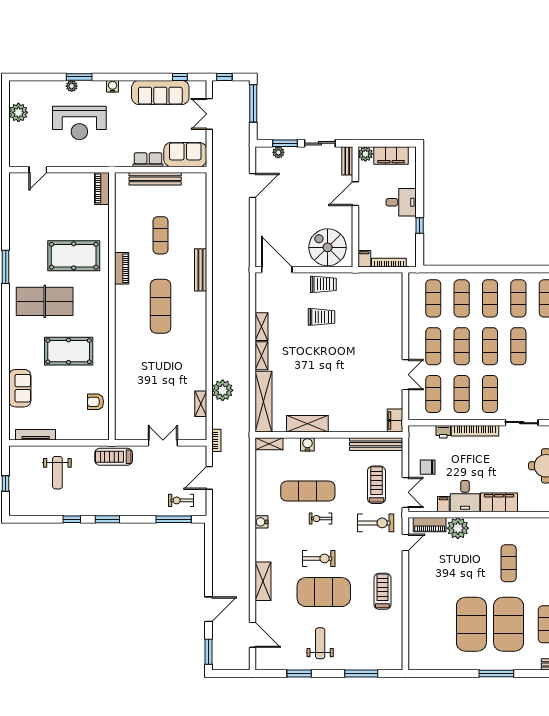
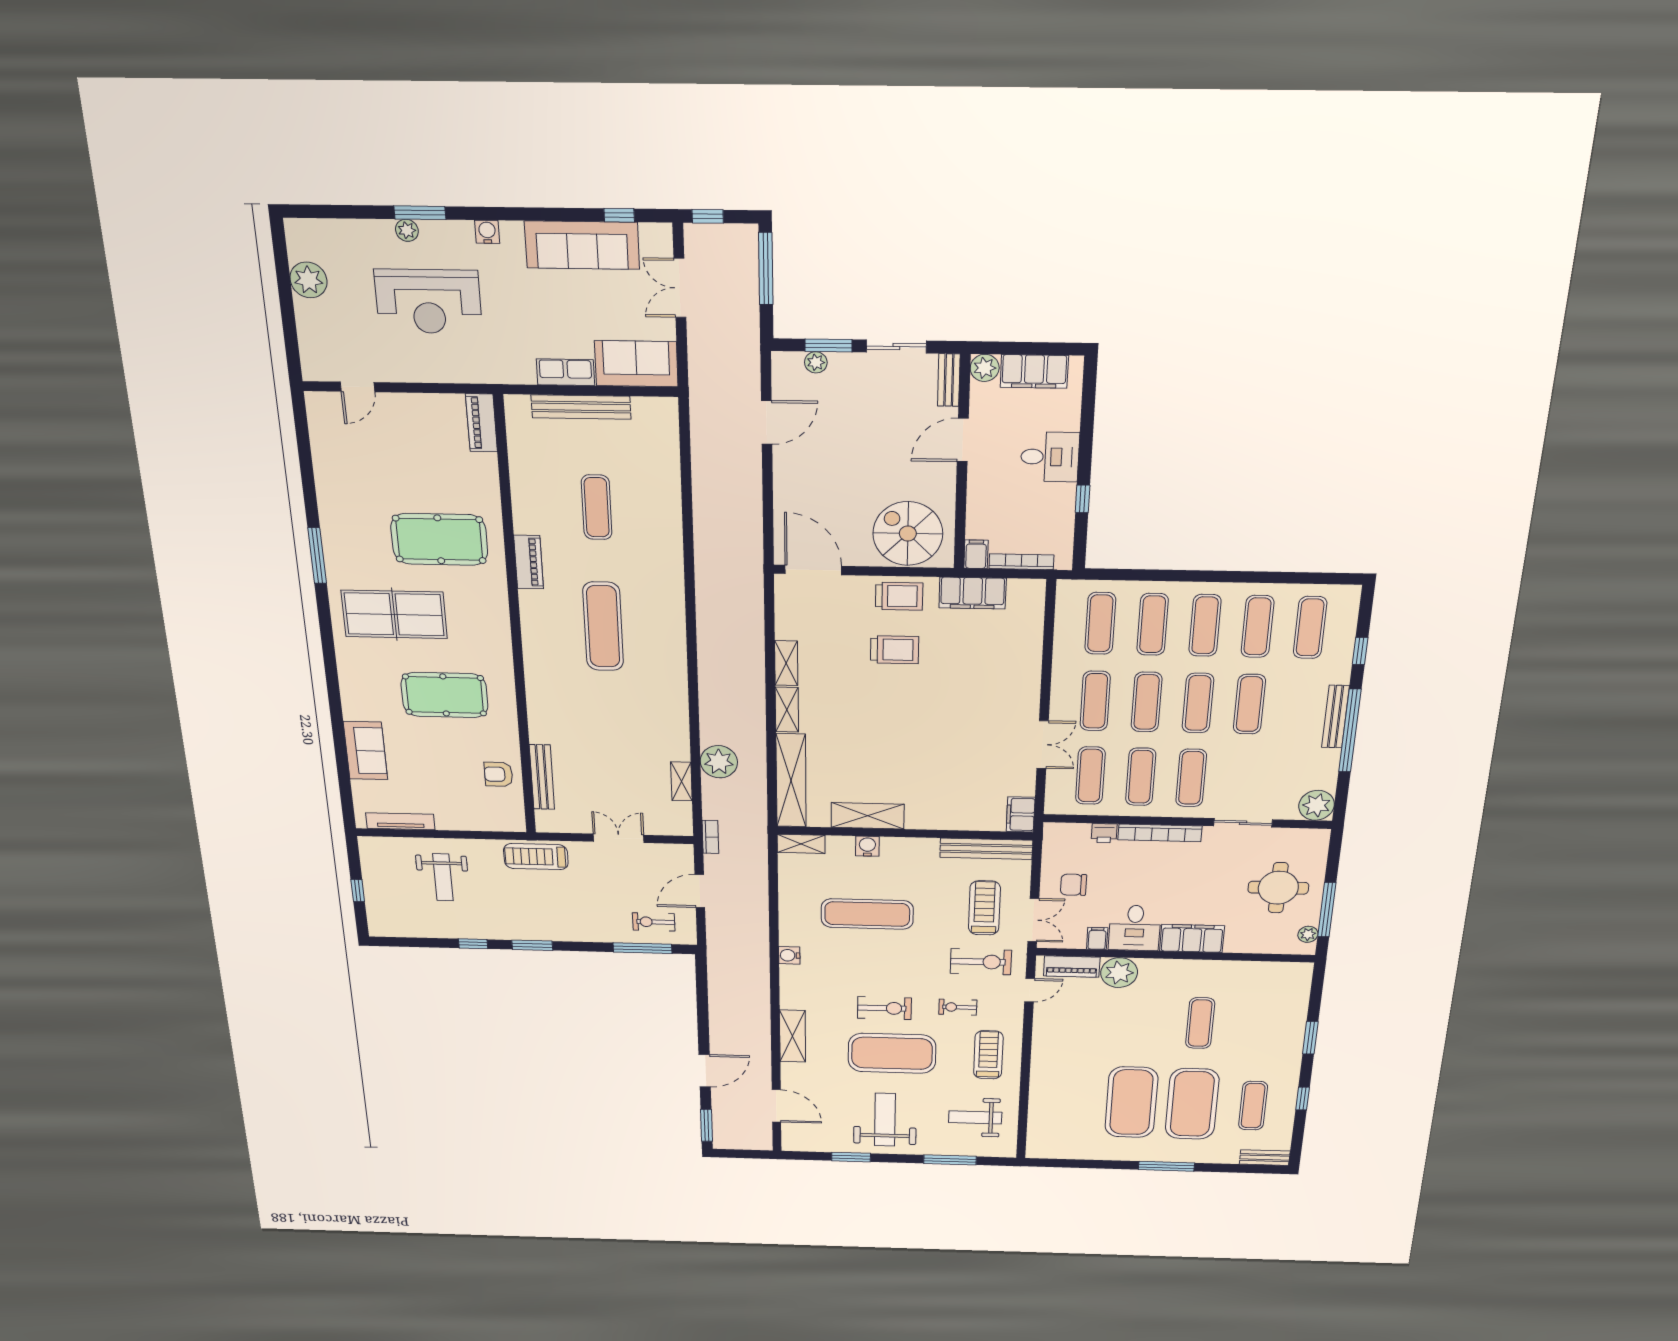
bench: (201, 270) -> (542, 777), moved
filing cabinet: (363, 282) -> (973, 593), added
exercise bike: (321, 519) -> (958, 1007), moved
weight bench: (376, 639) -> (975, 1117), added
weight bench: (320, 643) -> (885, 1120), width x1.36, depth x1.33

